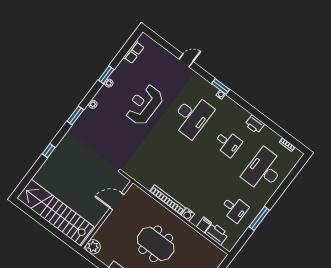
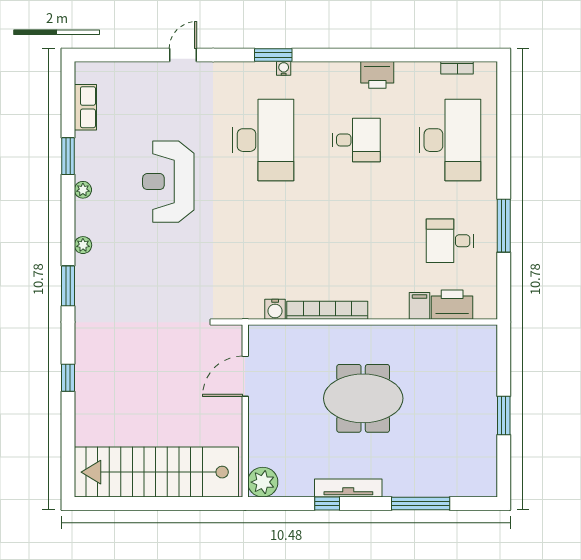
window: (106, 75) -> (68, 156), moved
desk: (264, 170) -> (450, 140), turned 180
desk: (234, 209) -> (450, 241), turned 180
water cooler: (188, 215) -> (275, 309), moved

